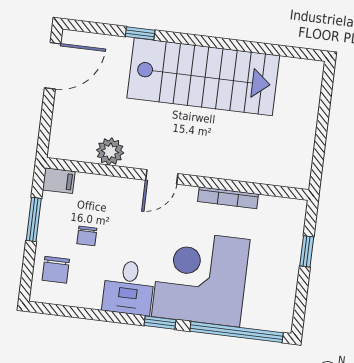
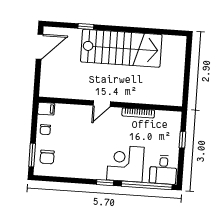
plant: (110, 151) -> (73, 91), removed
window: (34, 219) -> (32, 155), moved
chair: (87, 236) -> (45, 130), moved
corner desk: (201, 278) -> (125, 164), width x0.74, depth x0.74
desk: (129, 287) -> (163, 170), moved

